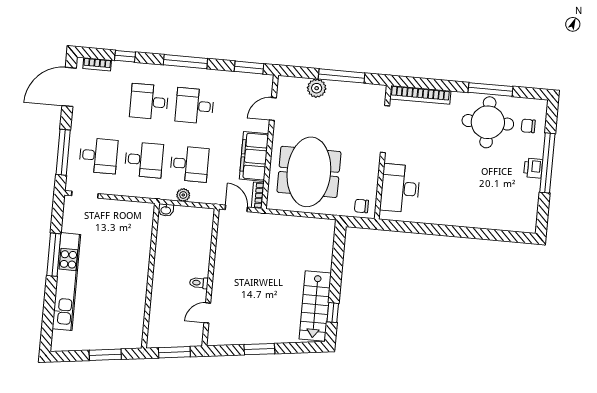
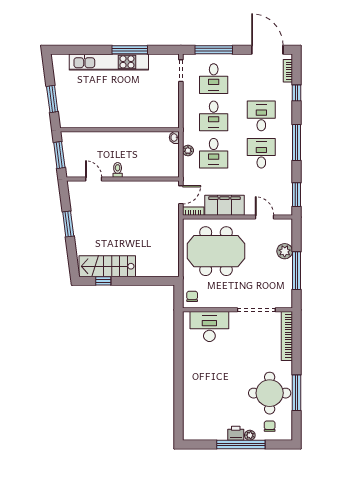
plant: (537, 151) -> (250, 435), added

